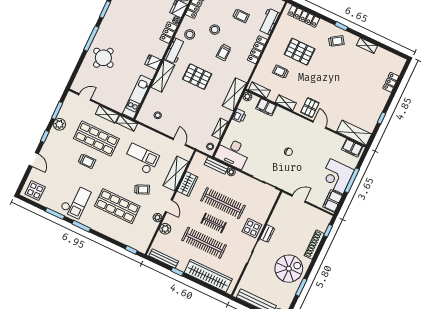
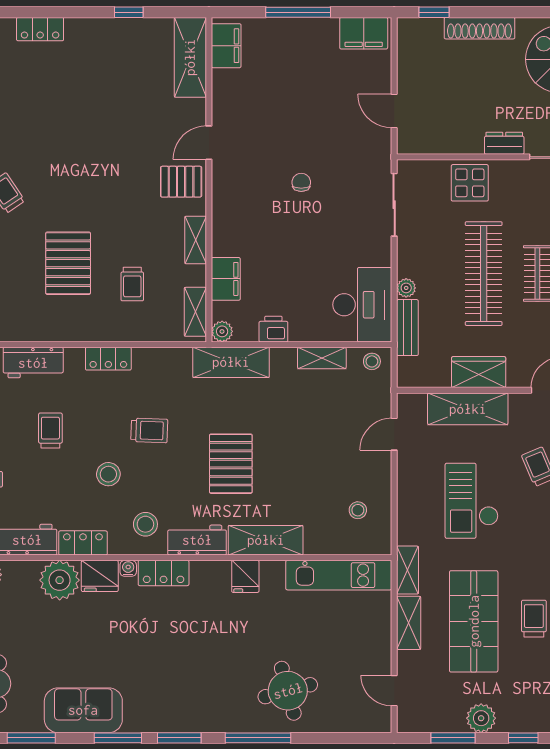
locker: (257, 50) -> (108, 359), width x0.66
round table: (103, 58) -> (288, 691), turned -35
corner desk: (337, 176) -> (305, 50), removed
display table: (252, 228) -> (470, 183), moved

